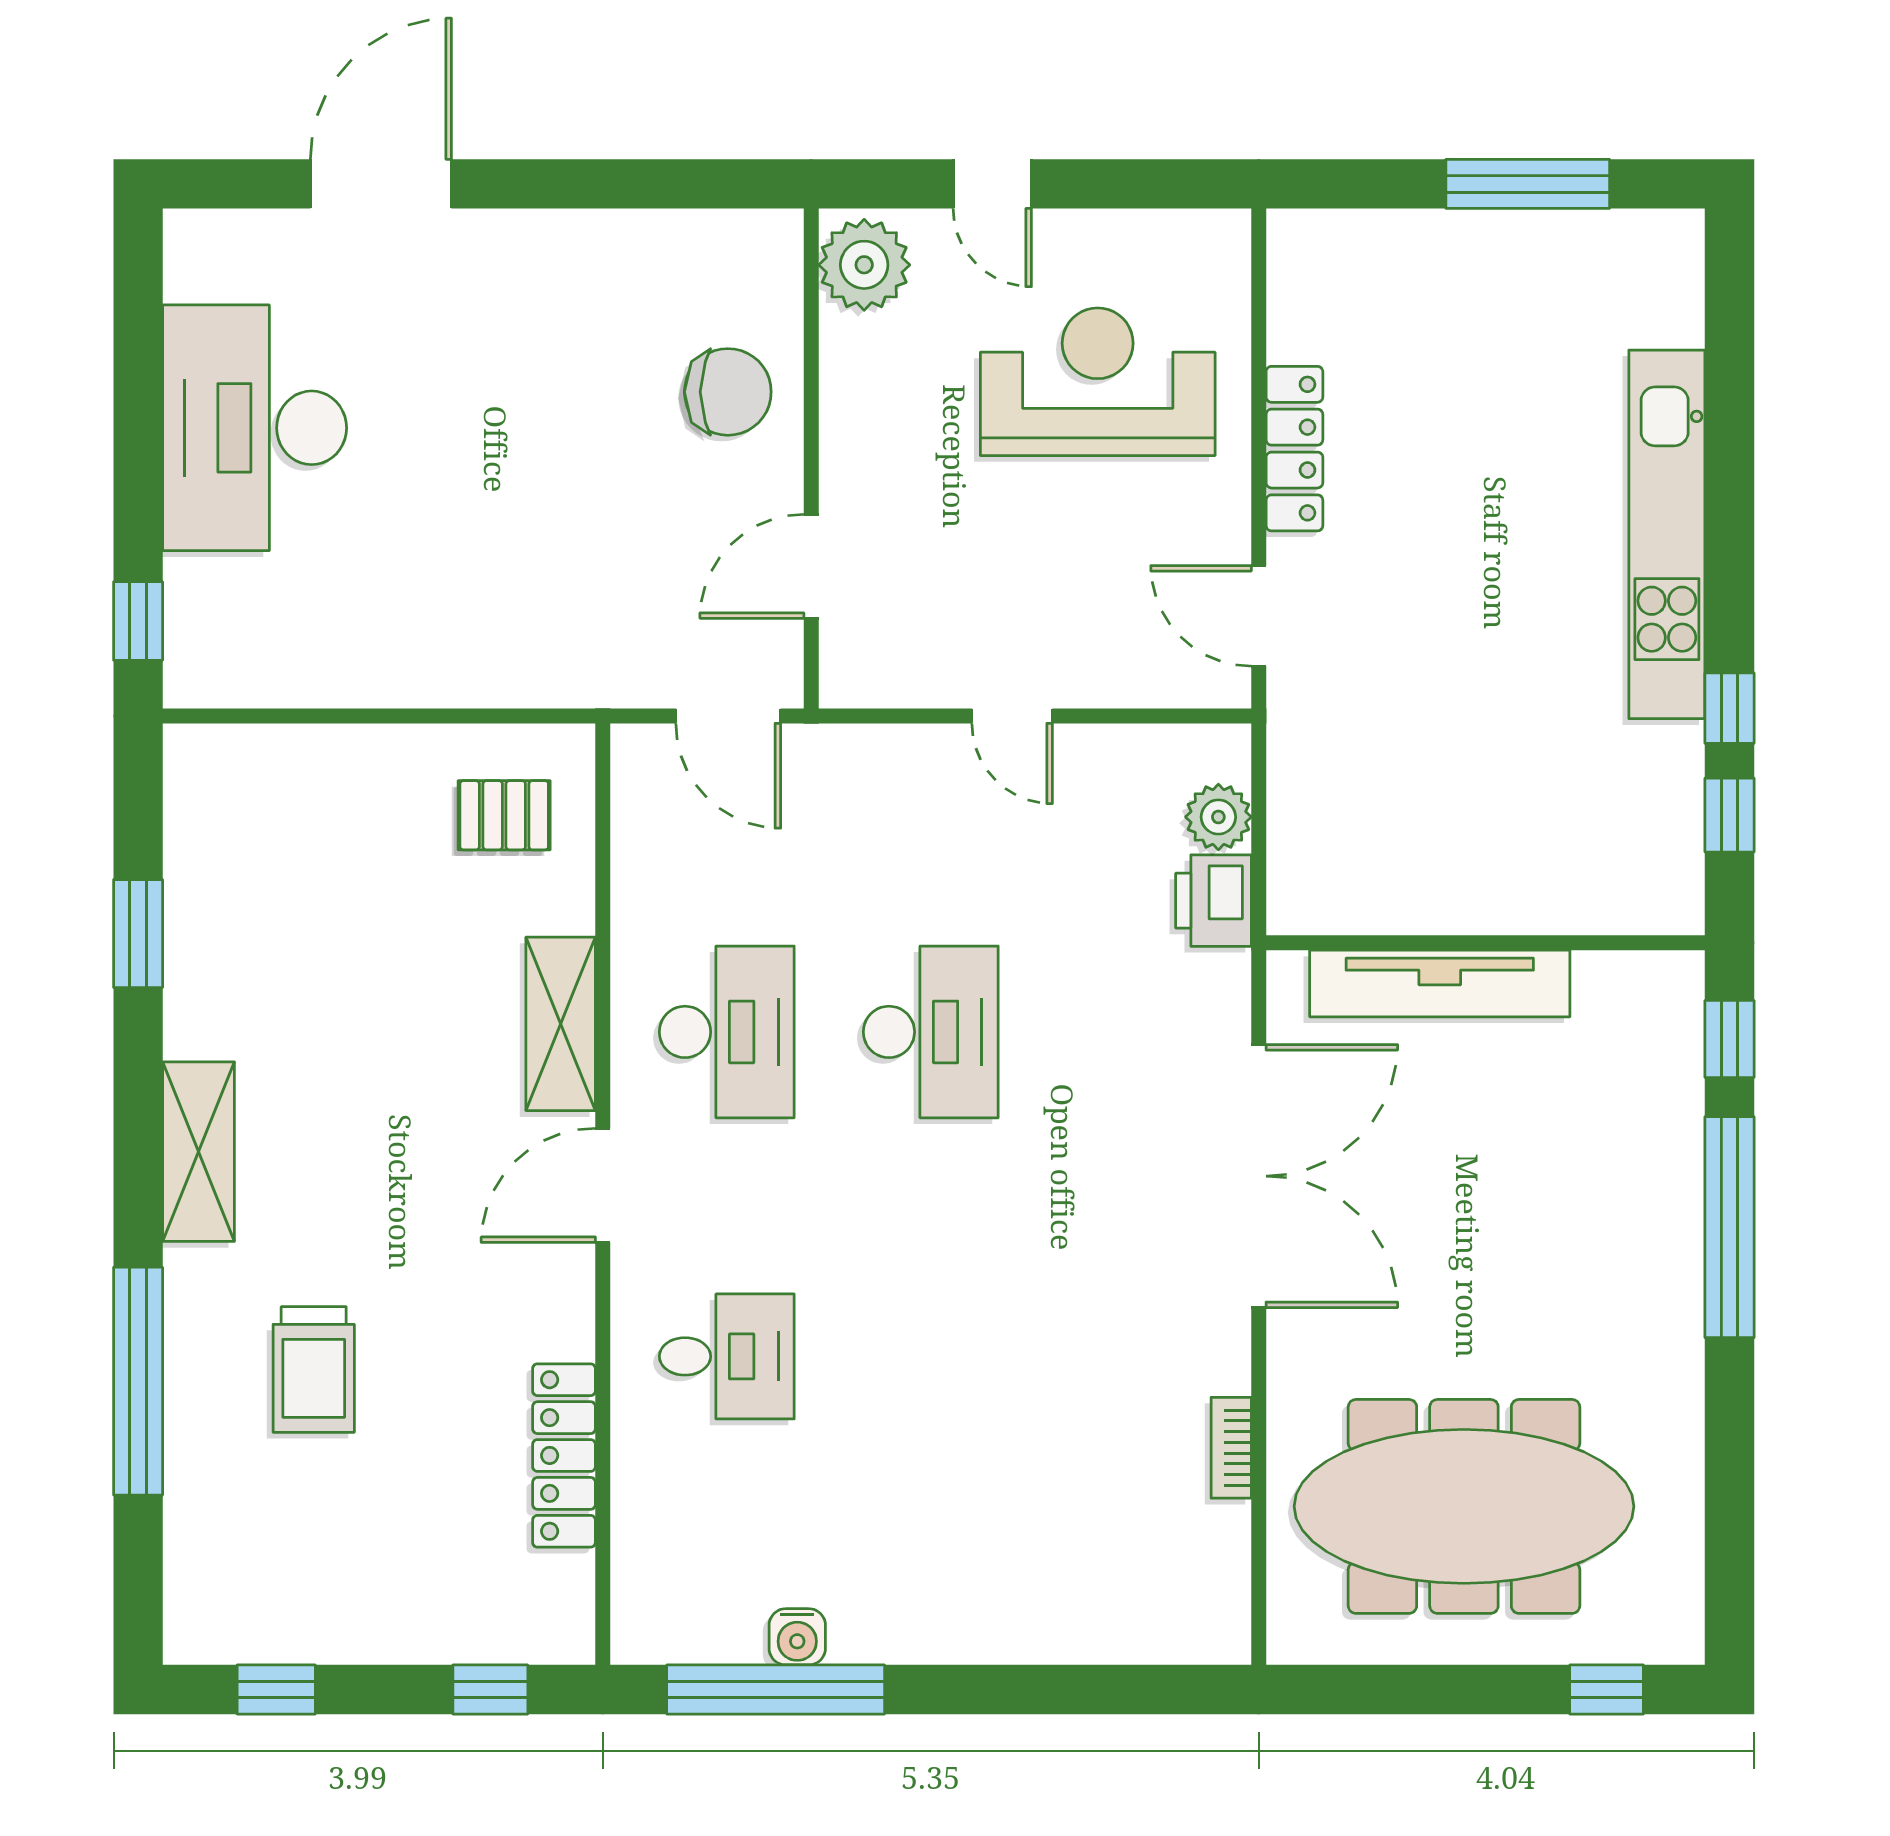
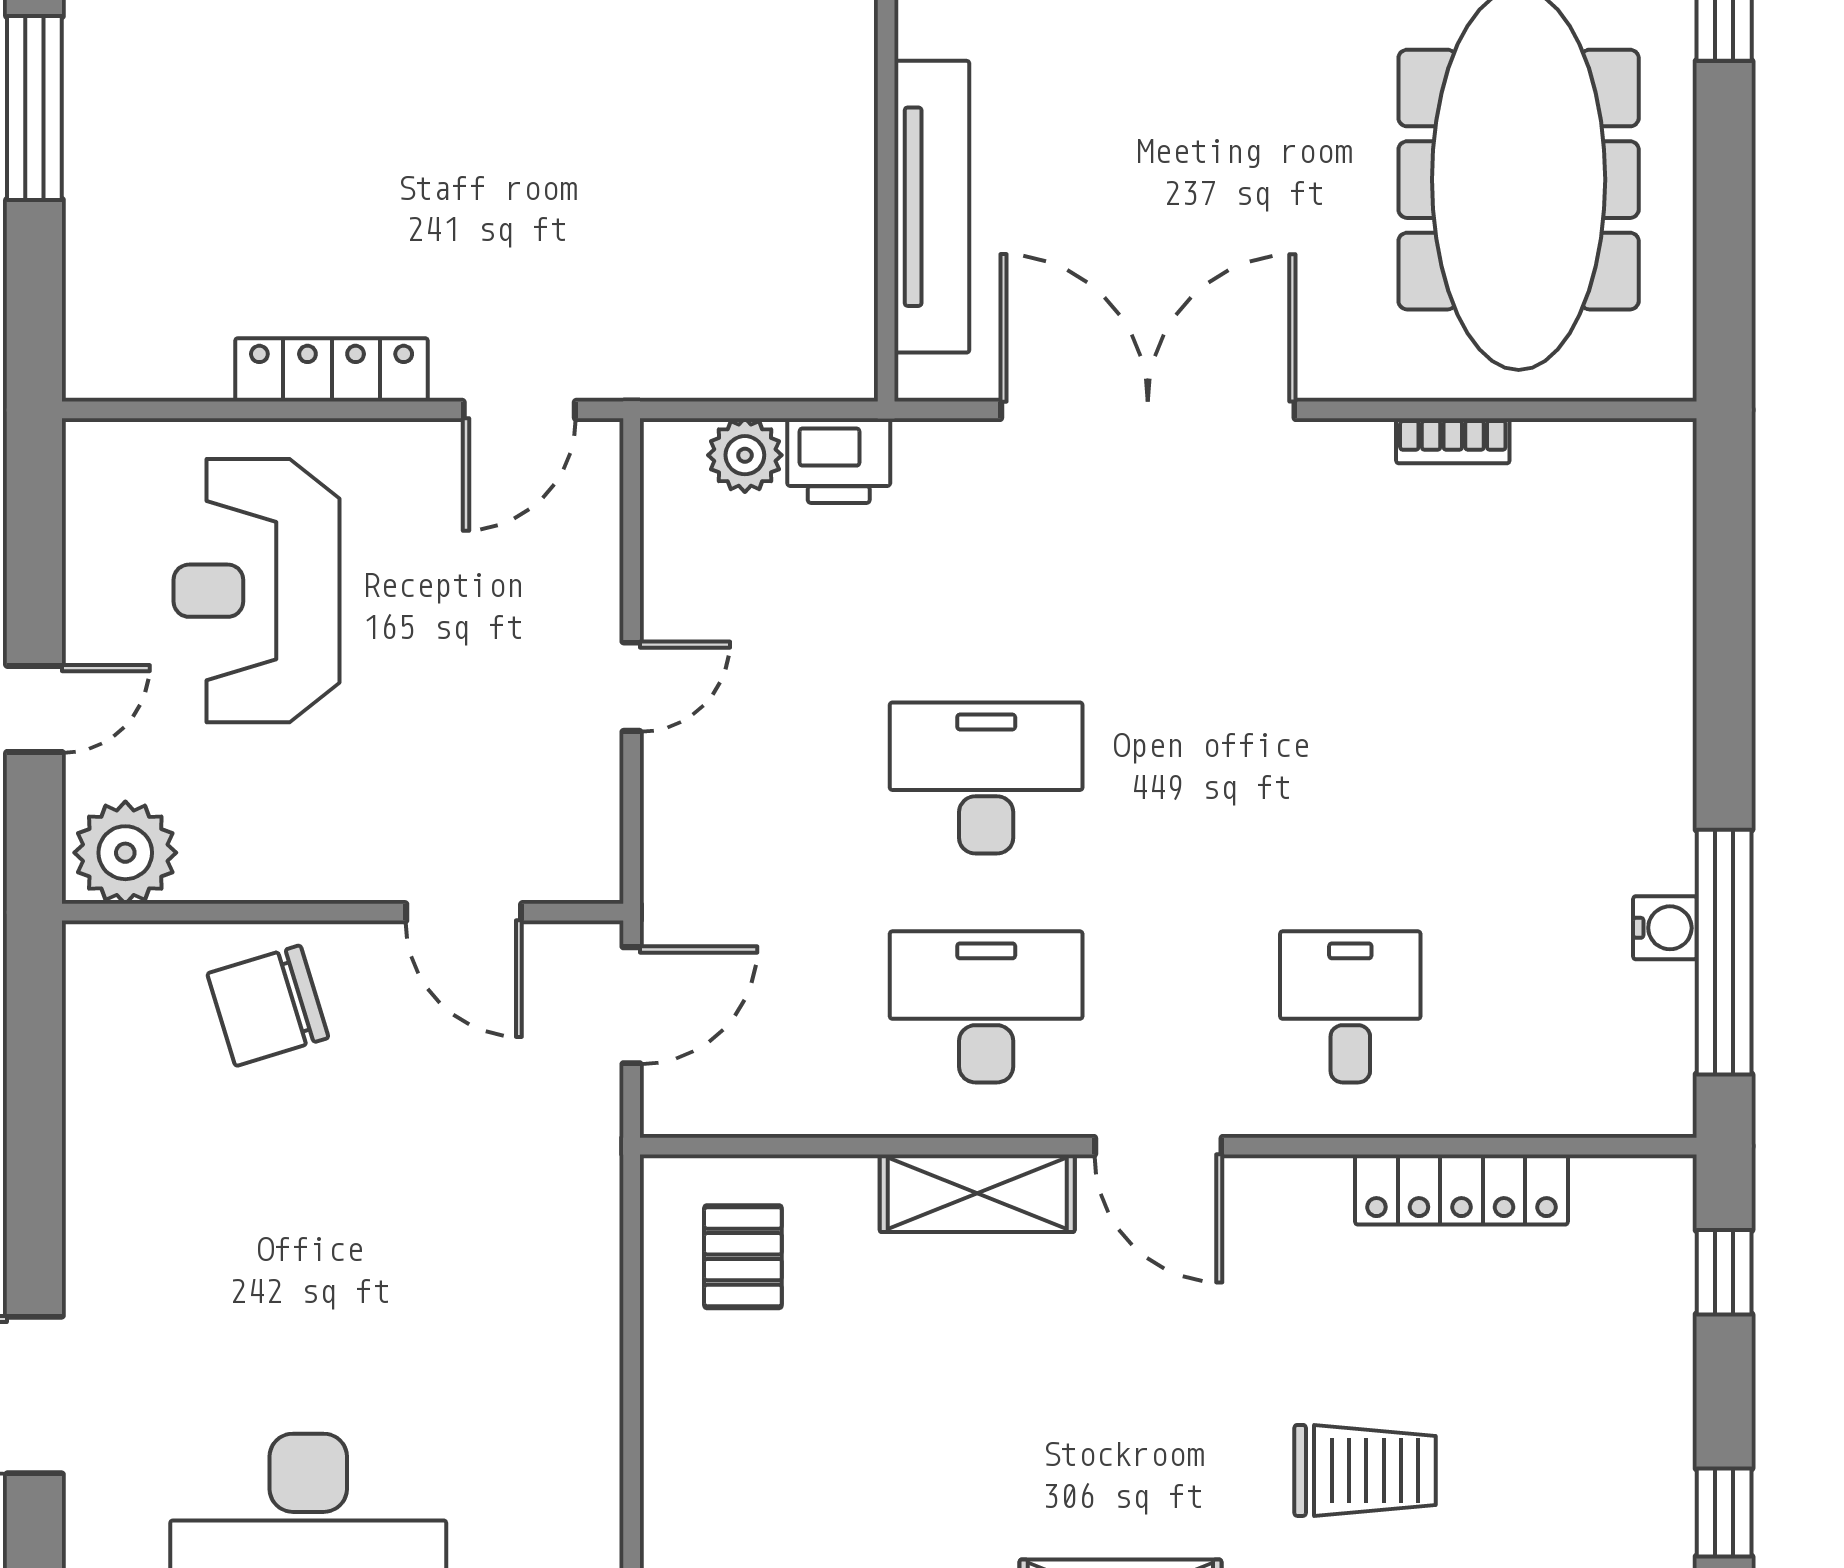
chair: (728, 392) -> (268, 1006), turned -107

